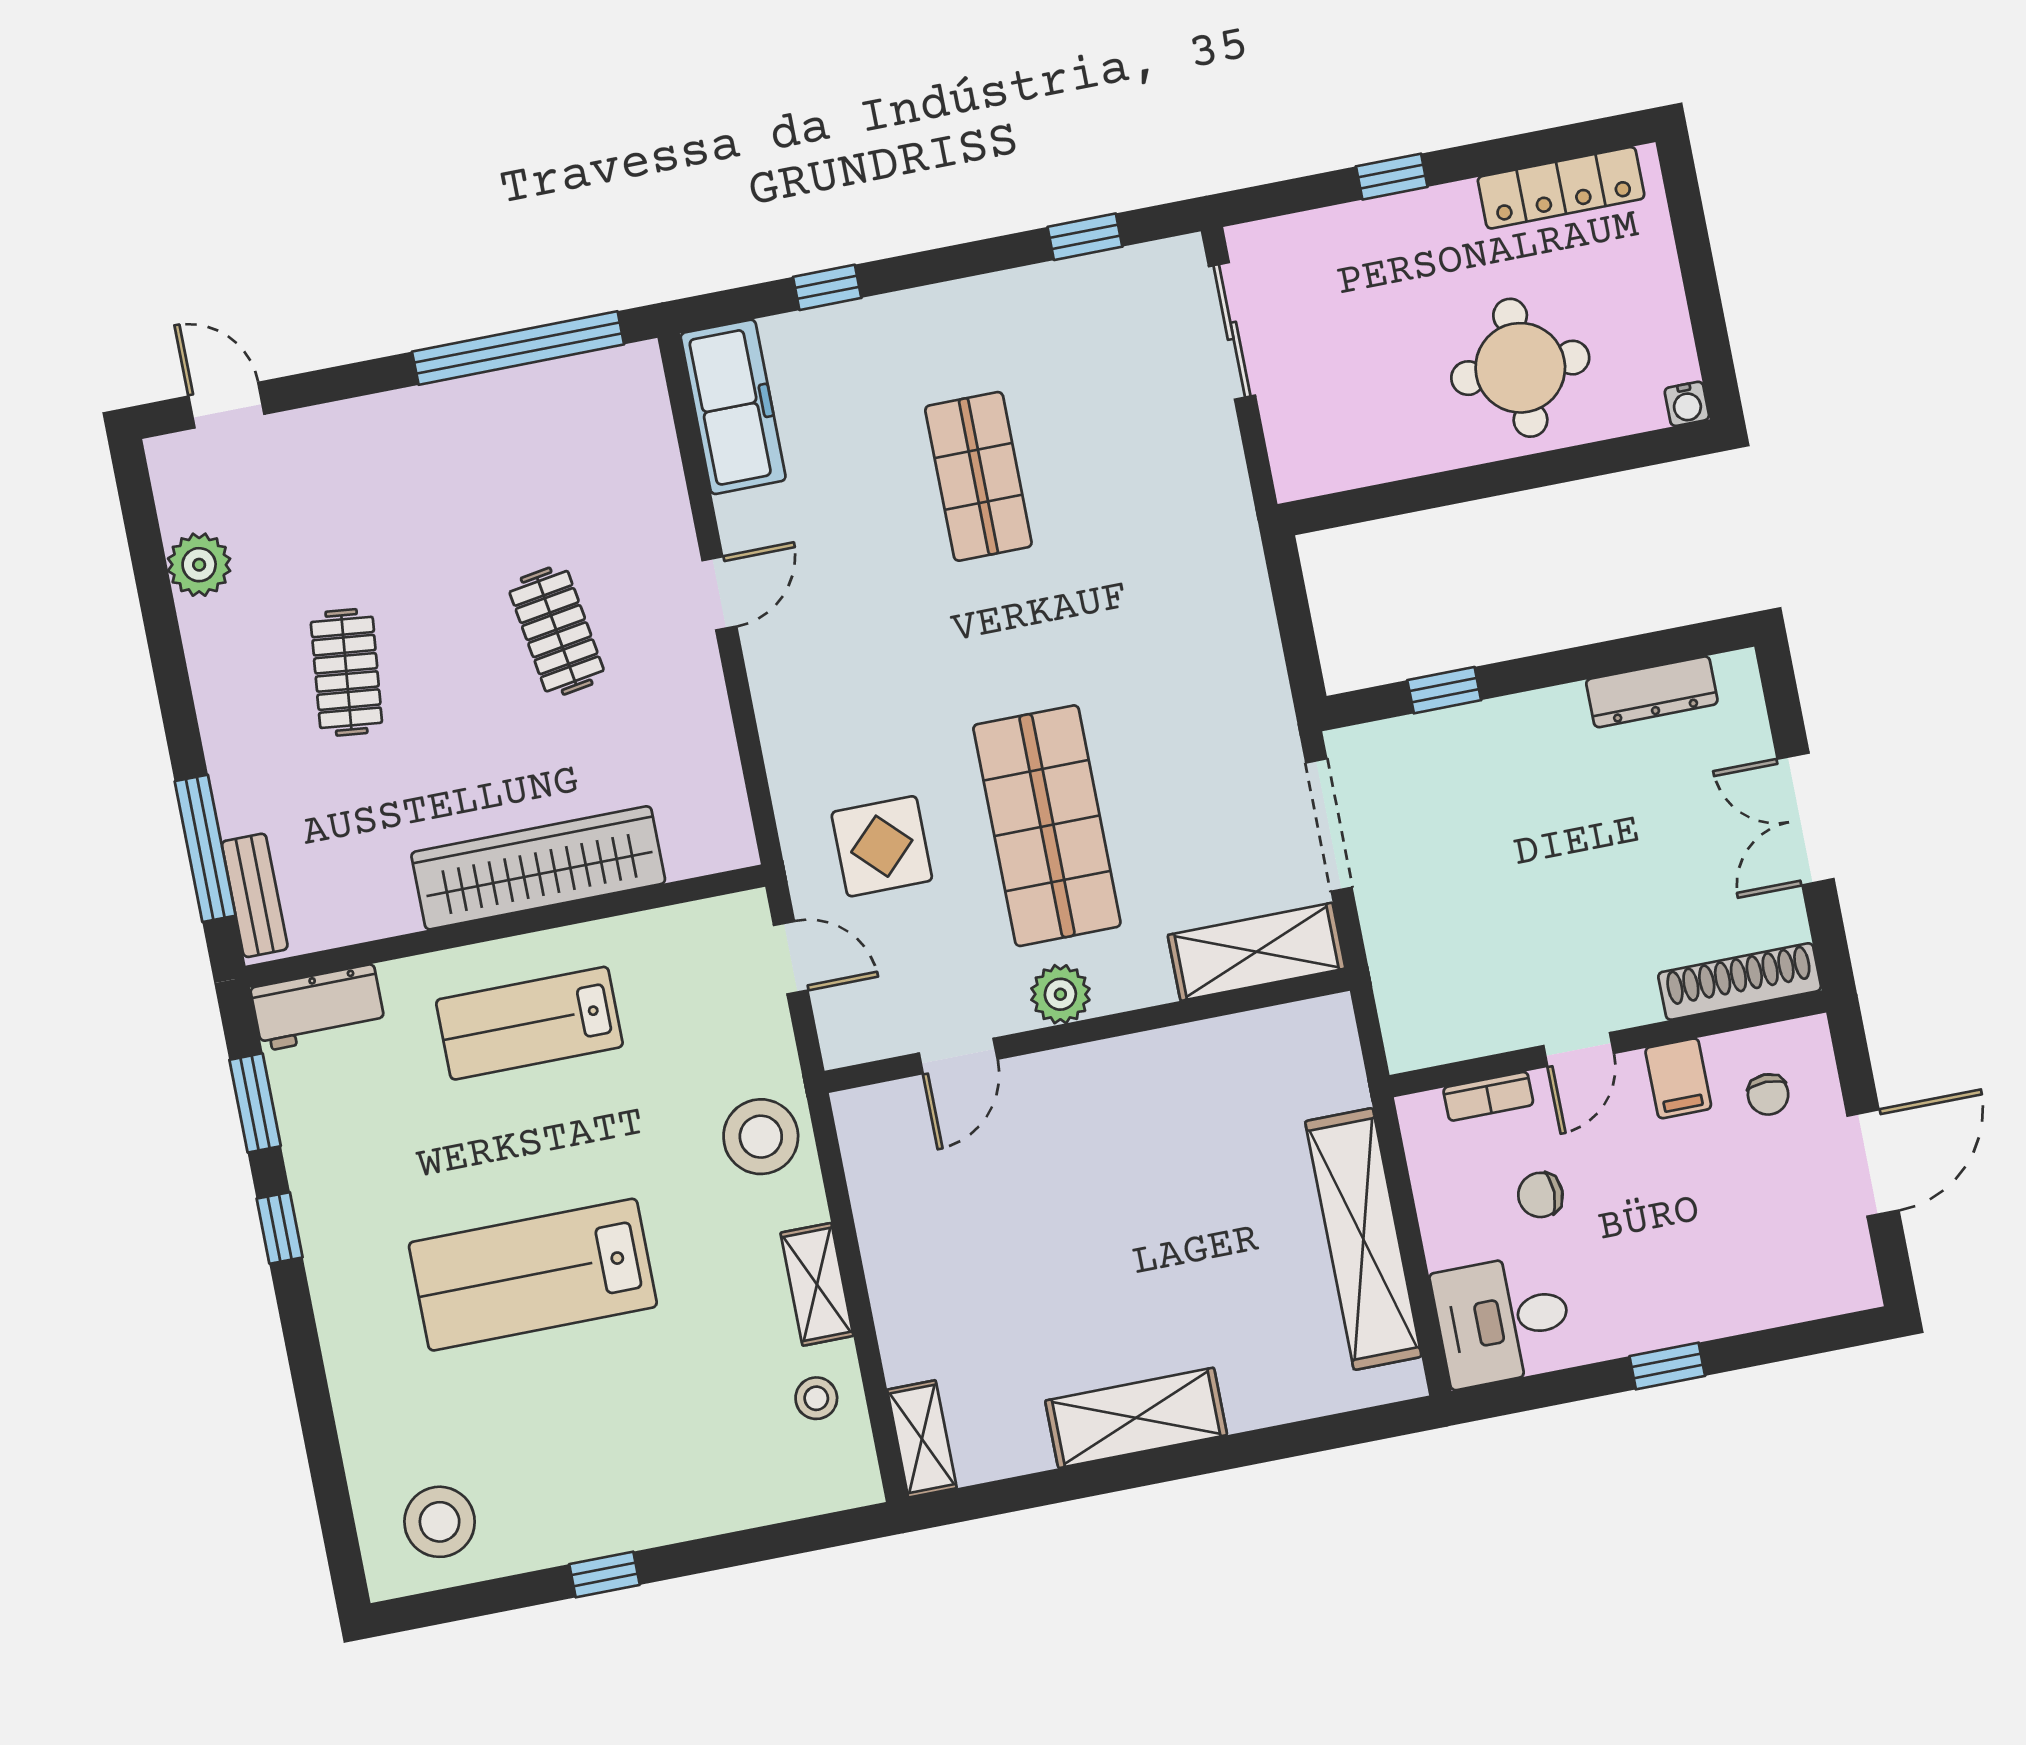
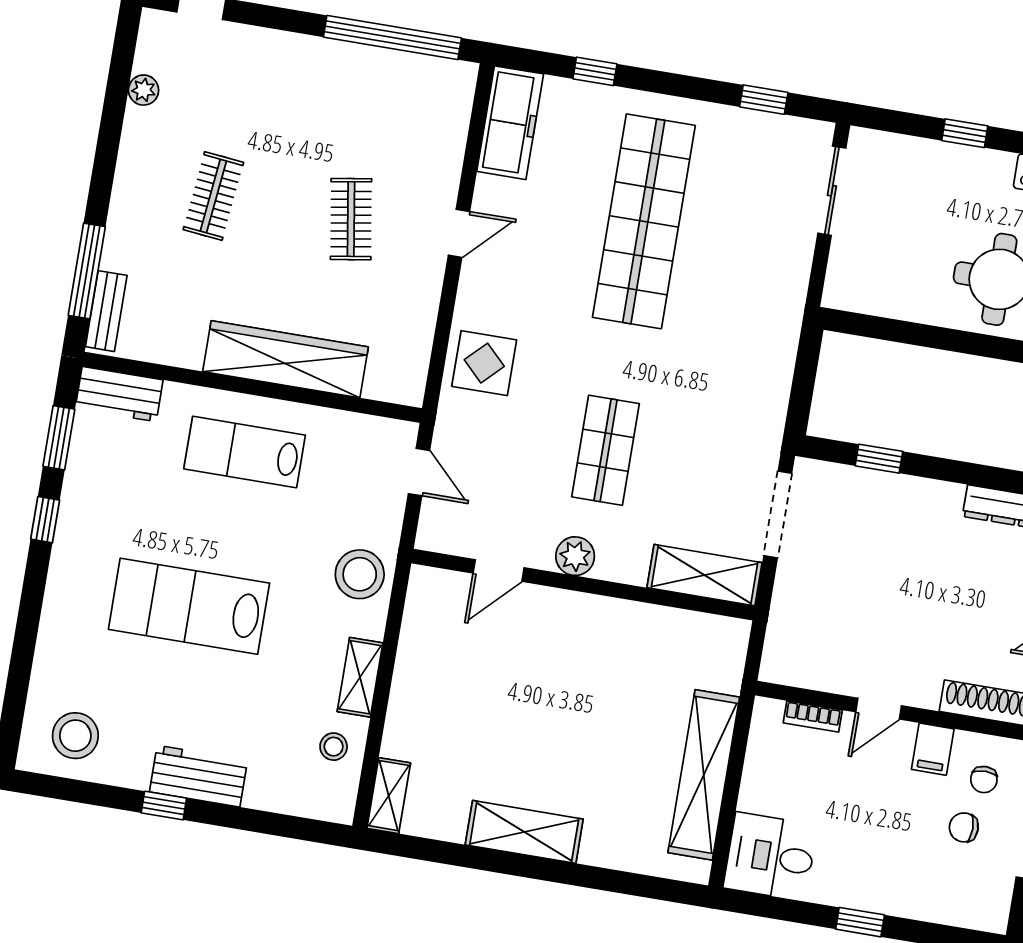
shop shelf: (978, 476) -> (644, 221), width x2.00, depth x1.36
plant: (199, 565) -> (144, 90), width x0.73, depth x0.73
shop shelf: (1047, 826) -> (606, 450), width x0.70, depth x0.74
display table: (882, 846) -> (484, 363), moved
chair: (1540, 1195) -> (964, 827), moved
workbench: (638, 1514) -> (198, 776), added

